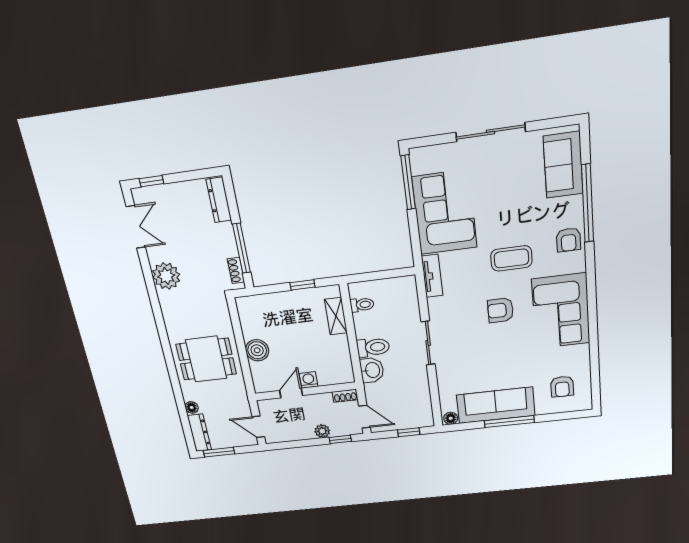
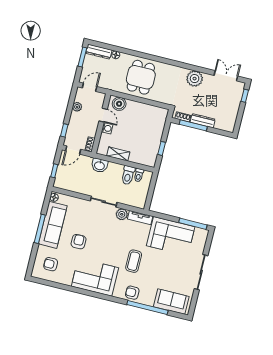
dresser: (219, 200) -> (203, 121), moved
double door: (136, 227) -> (226, 76), swing flipped
plant: (438, 307) -> (122, 214), added
armchair: (501, 310) -> (79, 242), moved
shelving: (336, 316) -> (118, 154), moved
toilet: (373, 347) -> (128, 175), moved
boiler: (257, 350) -> (119, 104), moved
plant: (322, 431) -> (77, 107), moved

